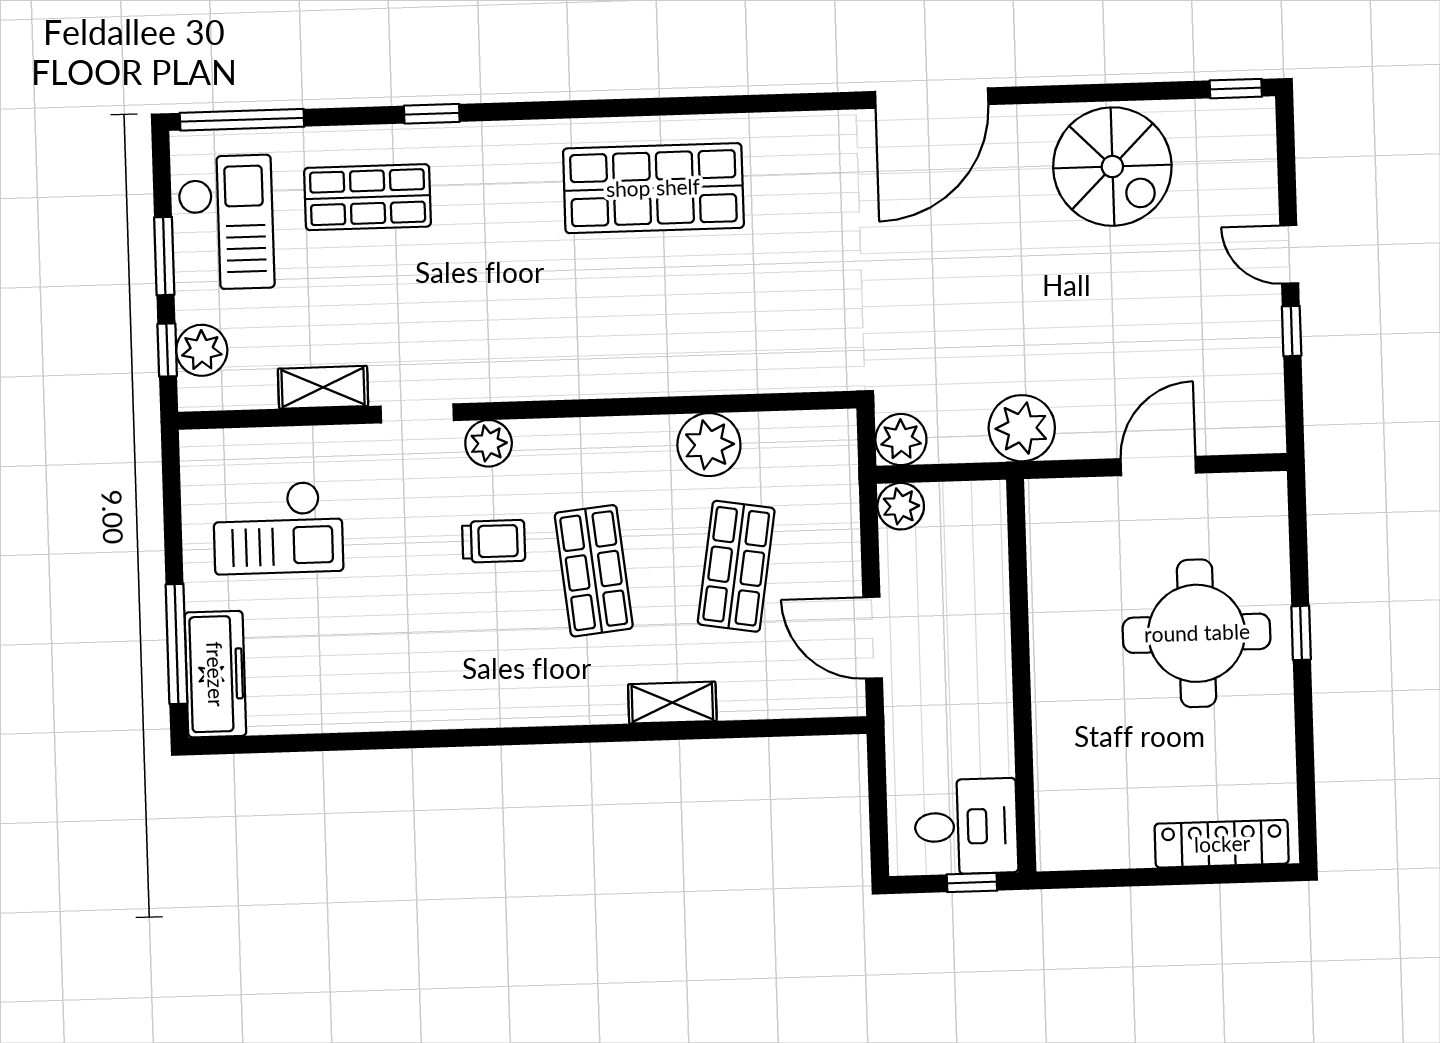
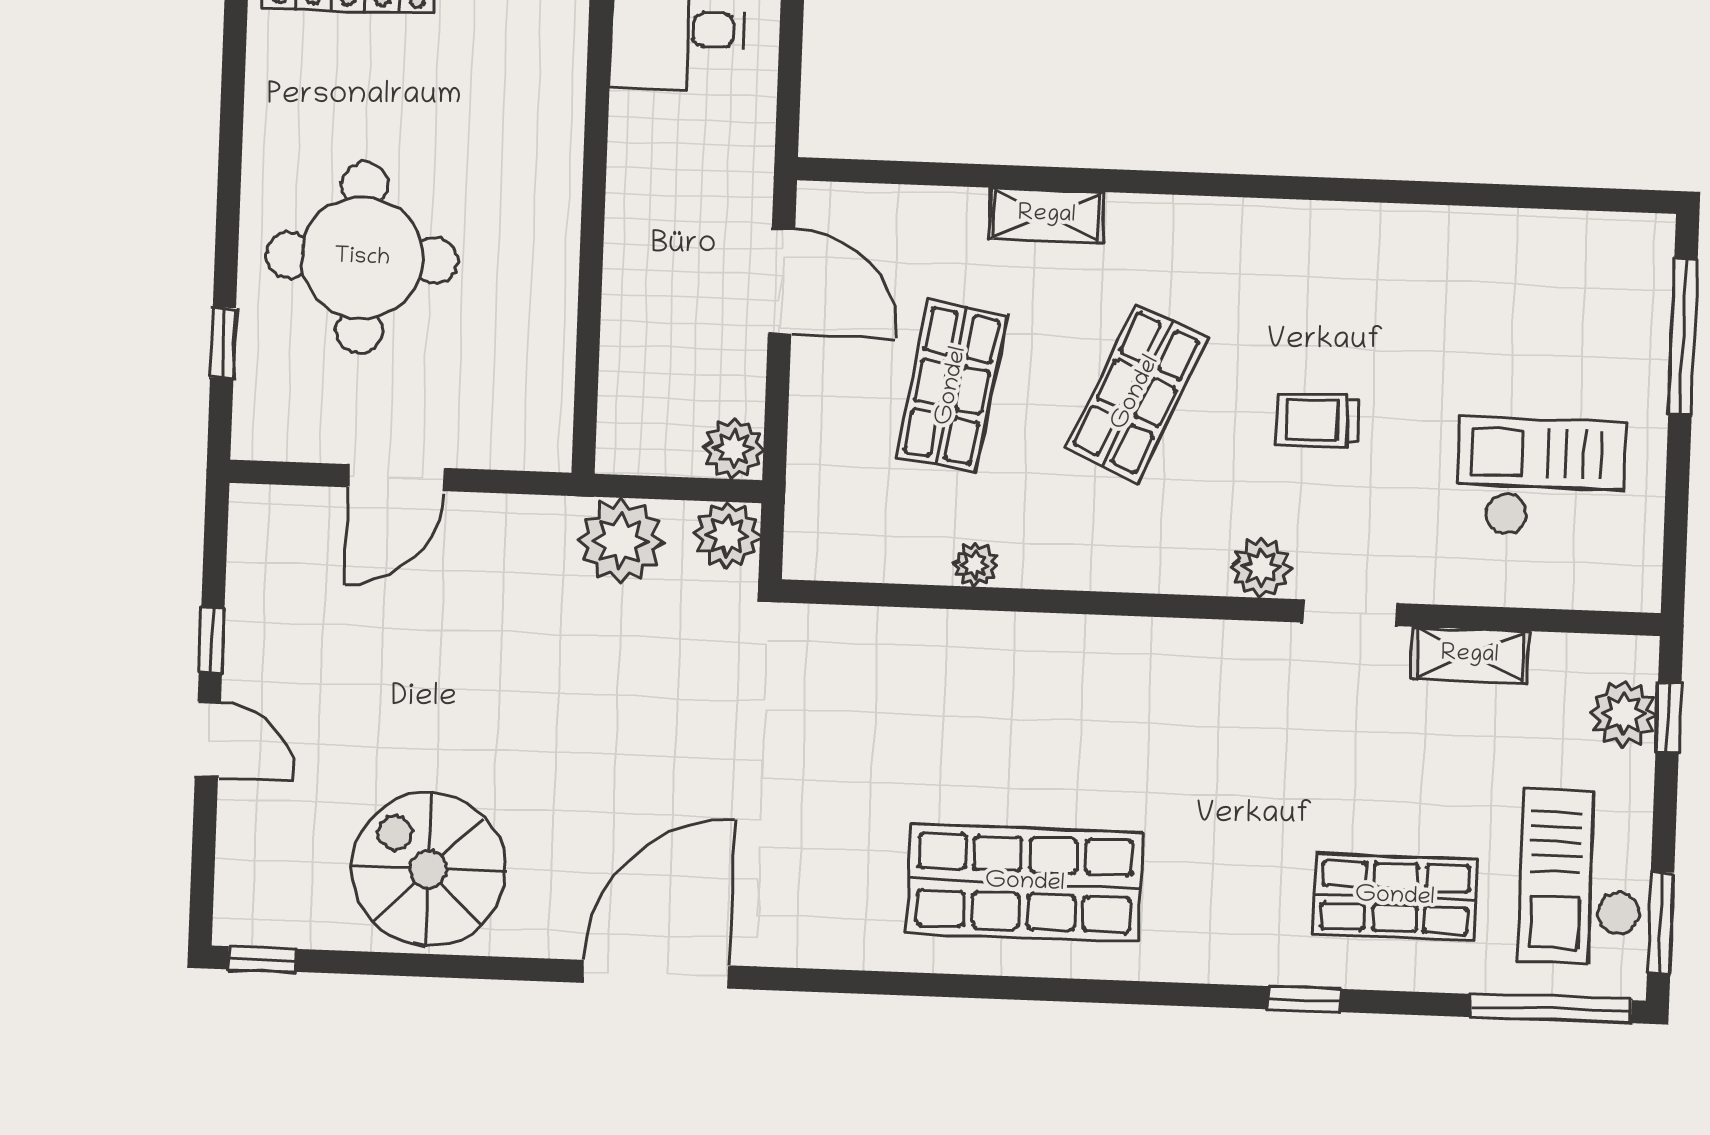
window: (164, 256) -> (1661, 923), moved
plant: (1022, 428) -> (621, 541), moved
plant: (709, 445) -> (975, 565), width x0.53, depth x0.53
trolley: (494, 541) -> (1318, 420), moved
shop shelf: (594, 571) -> (1136, 393), turned 30
window: (1301, 633) -> (223, 343), moved
freezer: (215, 674) -> (1635, 294), removed

